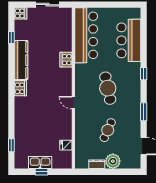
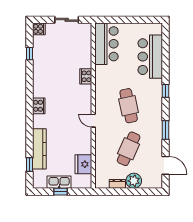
bar counter: (86, 35) -> (106, 44), width x0.73
kitchen counter: (21, 60) -> (39, 149), moved
cafe table: (108, 130) -> (129, 149), width x1.37, depth x1.35
fridge: (66, 145) -> (83, 164), width x1.88, depth x1.34

